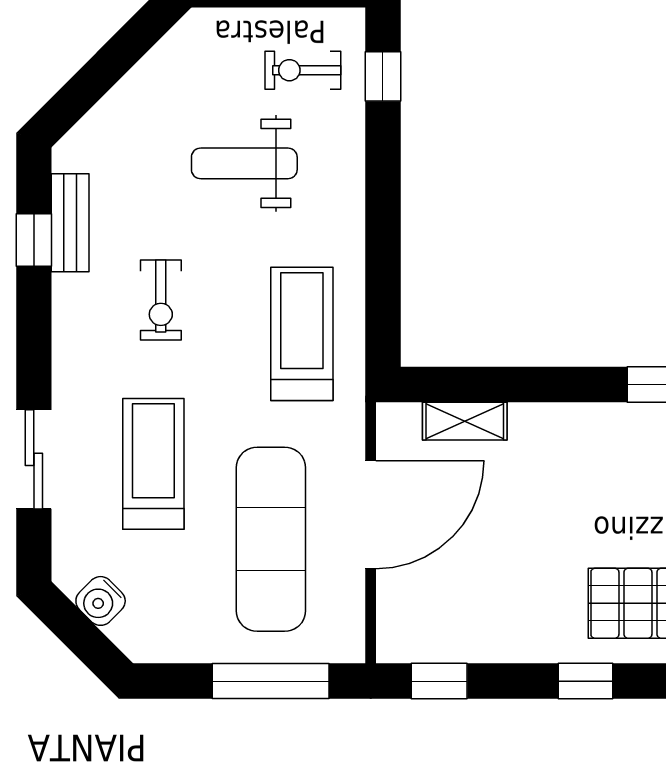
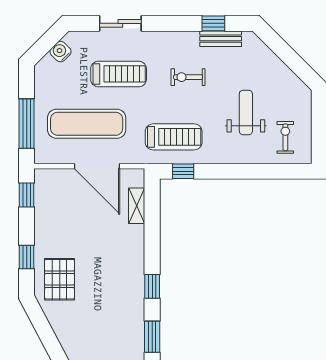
window: (383, 76) -> (183, 171), moved

